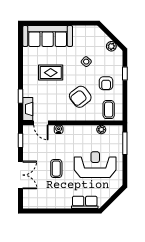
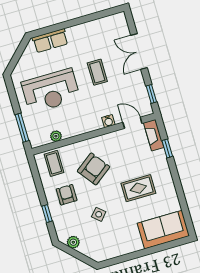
sofa: (48, 36) -> (163, 230), width x0.73

